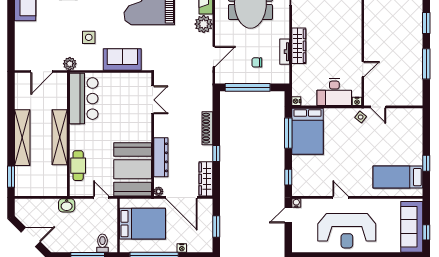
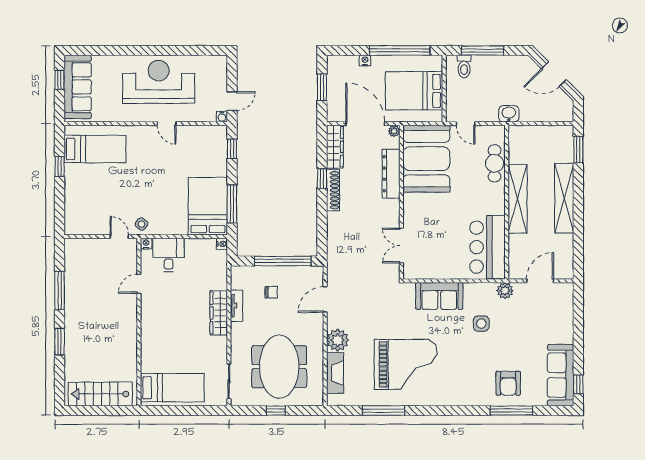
desk: (334, 92) -> (169, 255), width x0.73
shoe rack: (207, 128) -> (333, 190), moved

